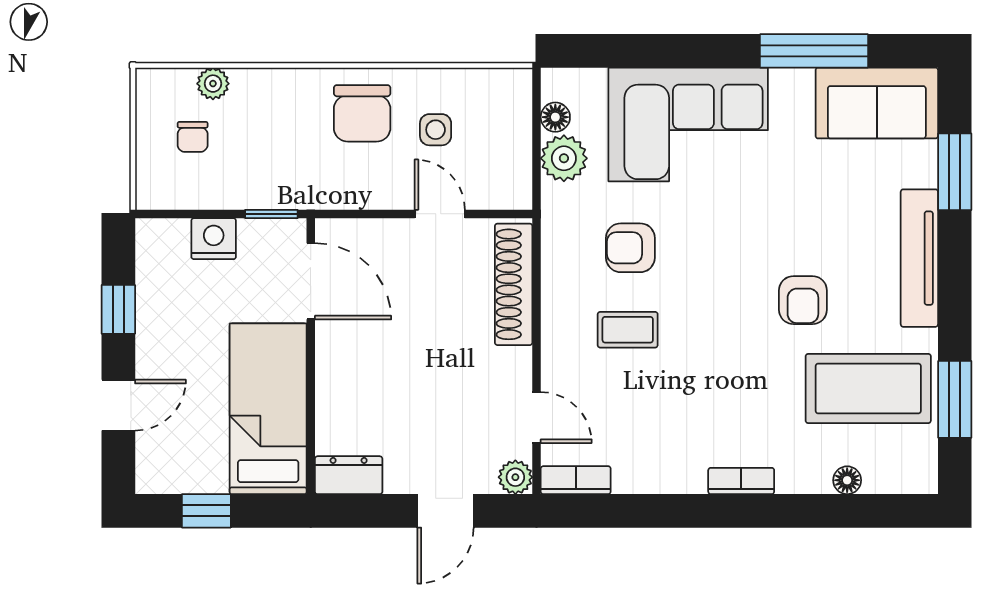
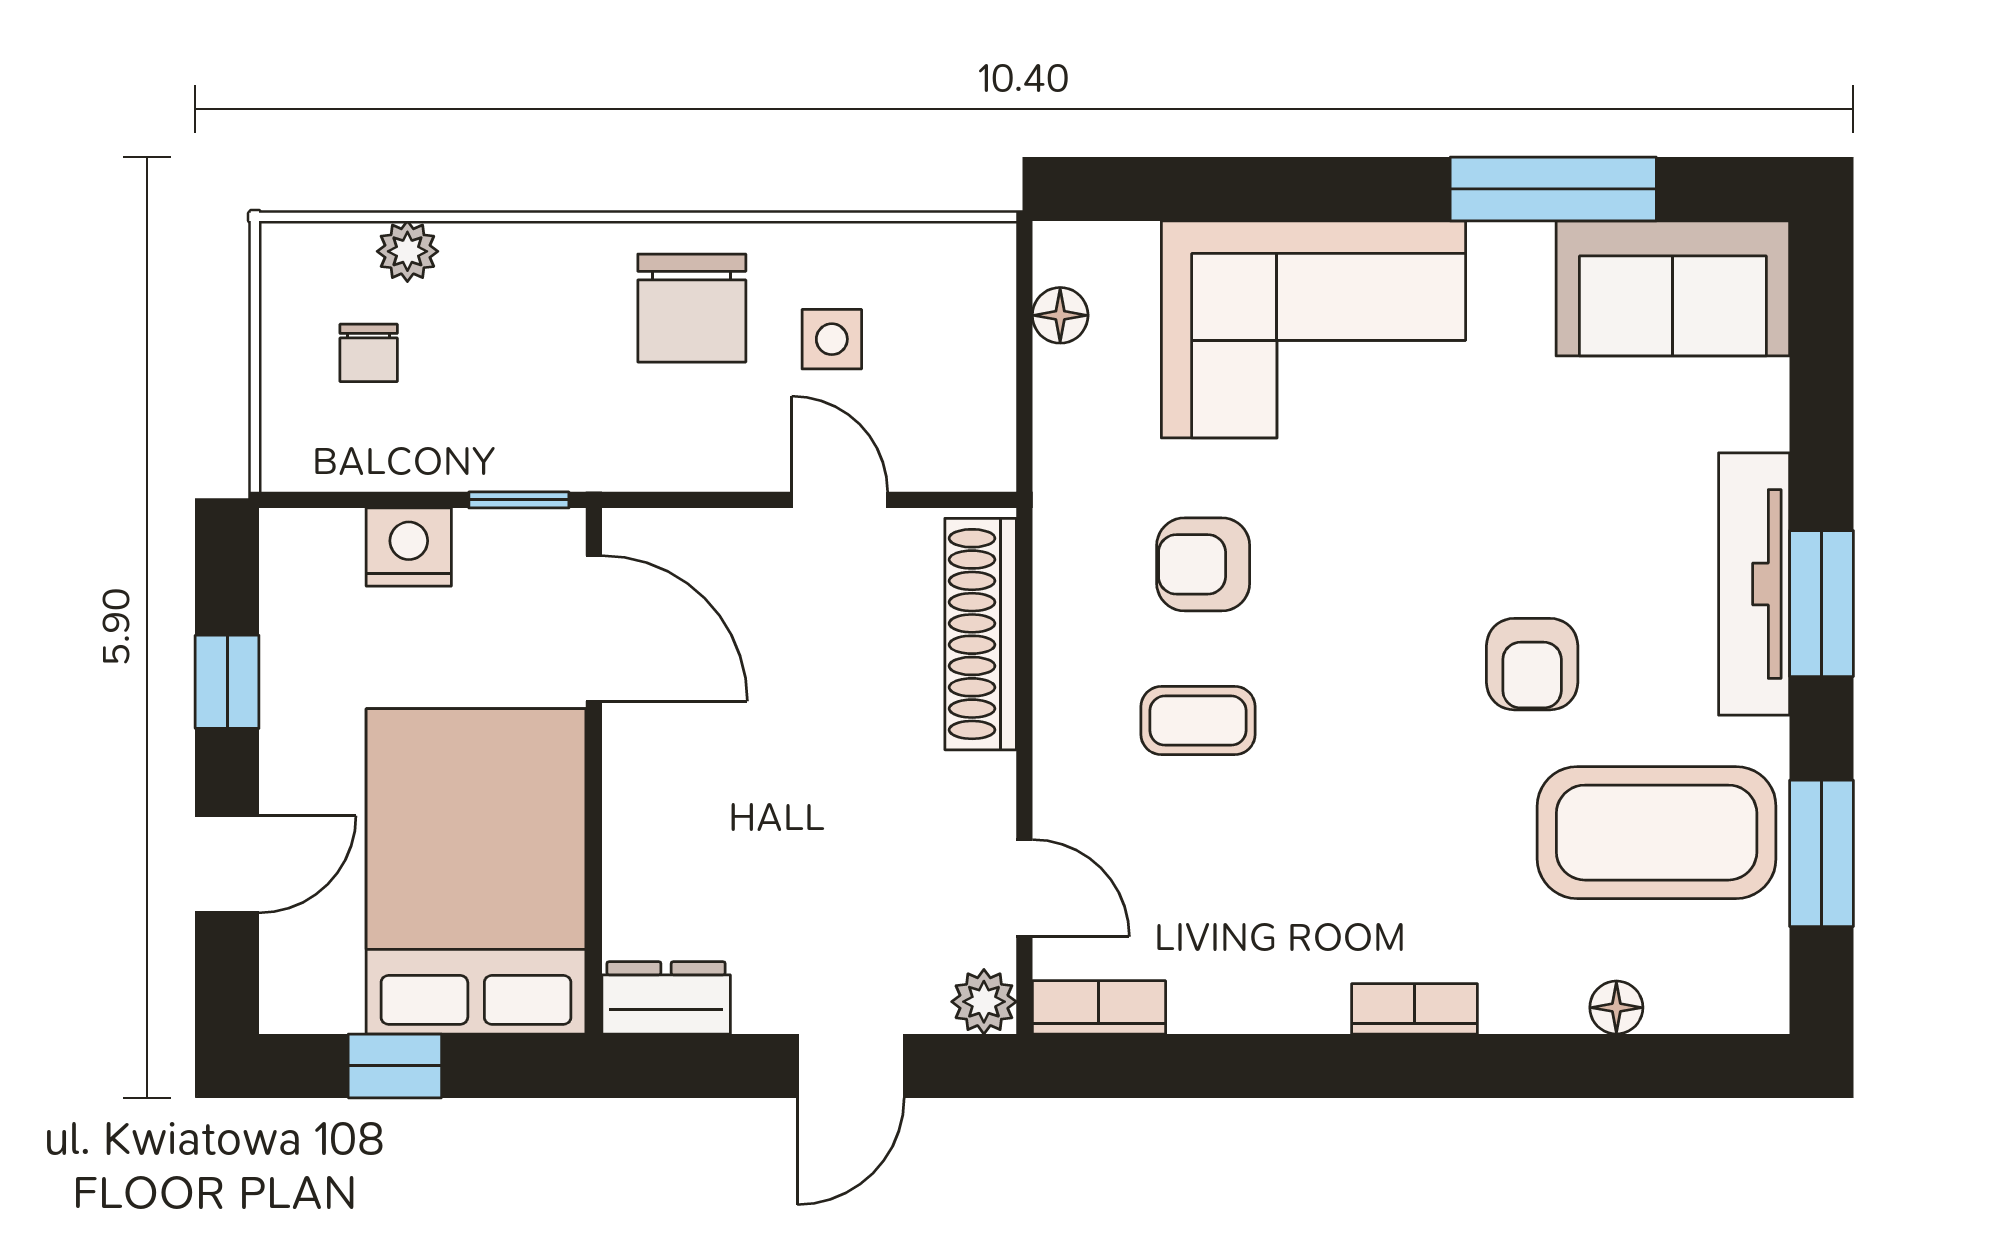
plant: (564, 158) -> (1076, 394), removed
window: (955, 172) -> (1822, 604), moved
bed: (268, 409) -> (476, 871), width x1.50

